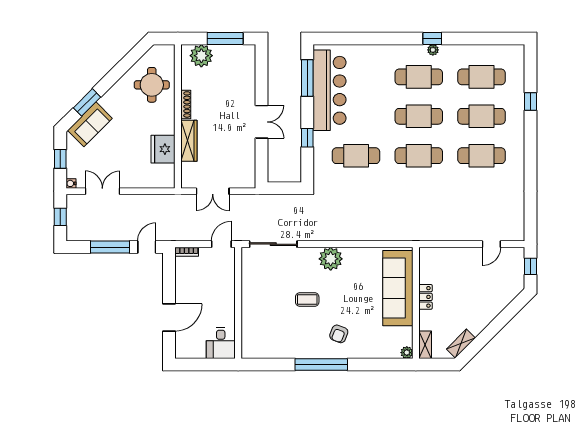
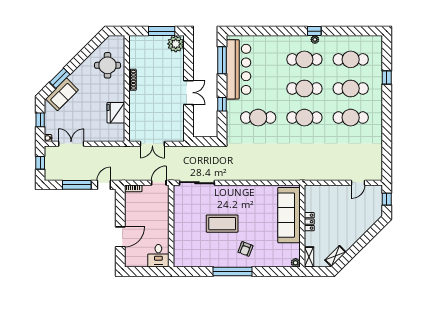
plant: (201, 56) -> (176, 44), moved
wardrobe: (189, 141) -> (135, 107), removed
plant: (331, 259) -> (239, 194), removed
coffee table: (307, 300) -> (222, 224), width x1.86, depth x1.72

